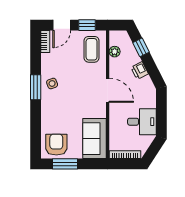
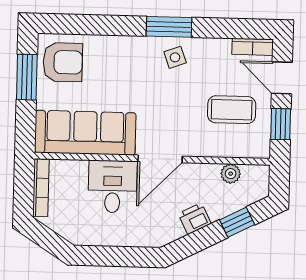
coffee table: (92, 49) -> (232, 110), moved
desk: (142, 122) -> (113, 187), moved, turned 180
sofa: (94, 139) -> (85, 133), width x1.36

